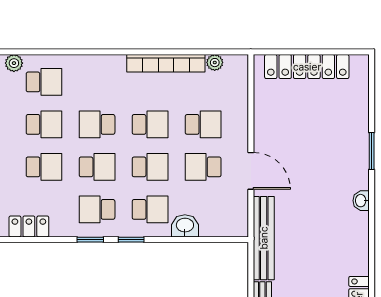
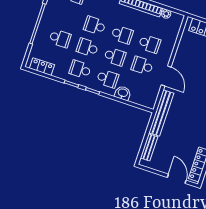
school desk: (44, 124) -> (67, 16), removed
school desk: (97, 167) -> (87, 48), turned 180

